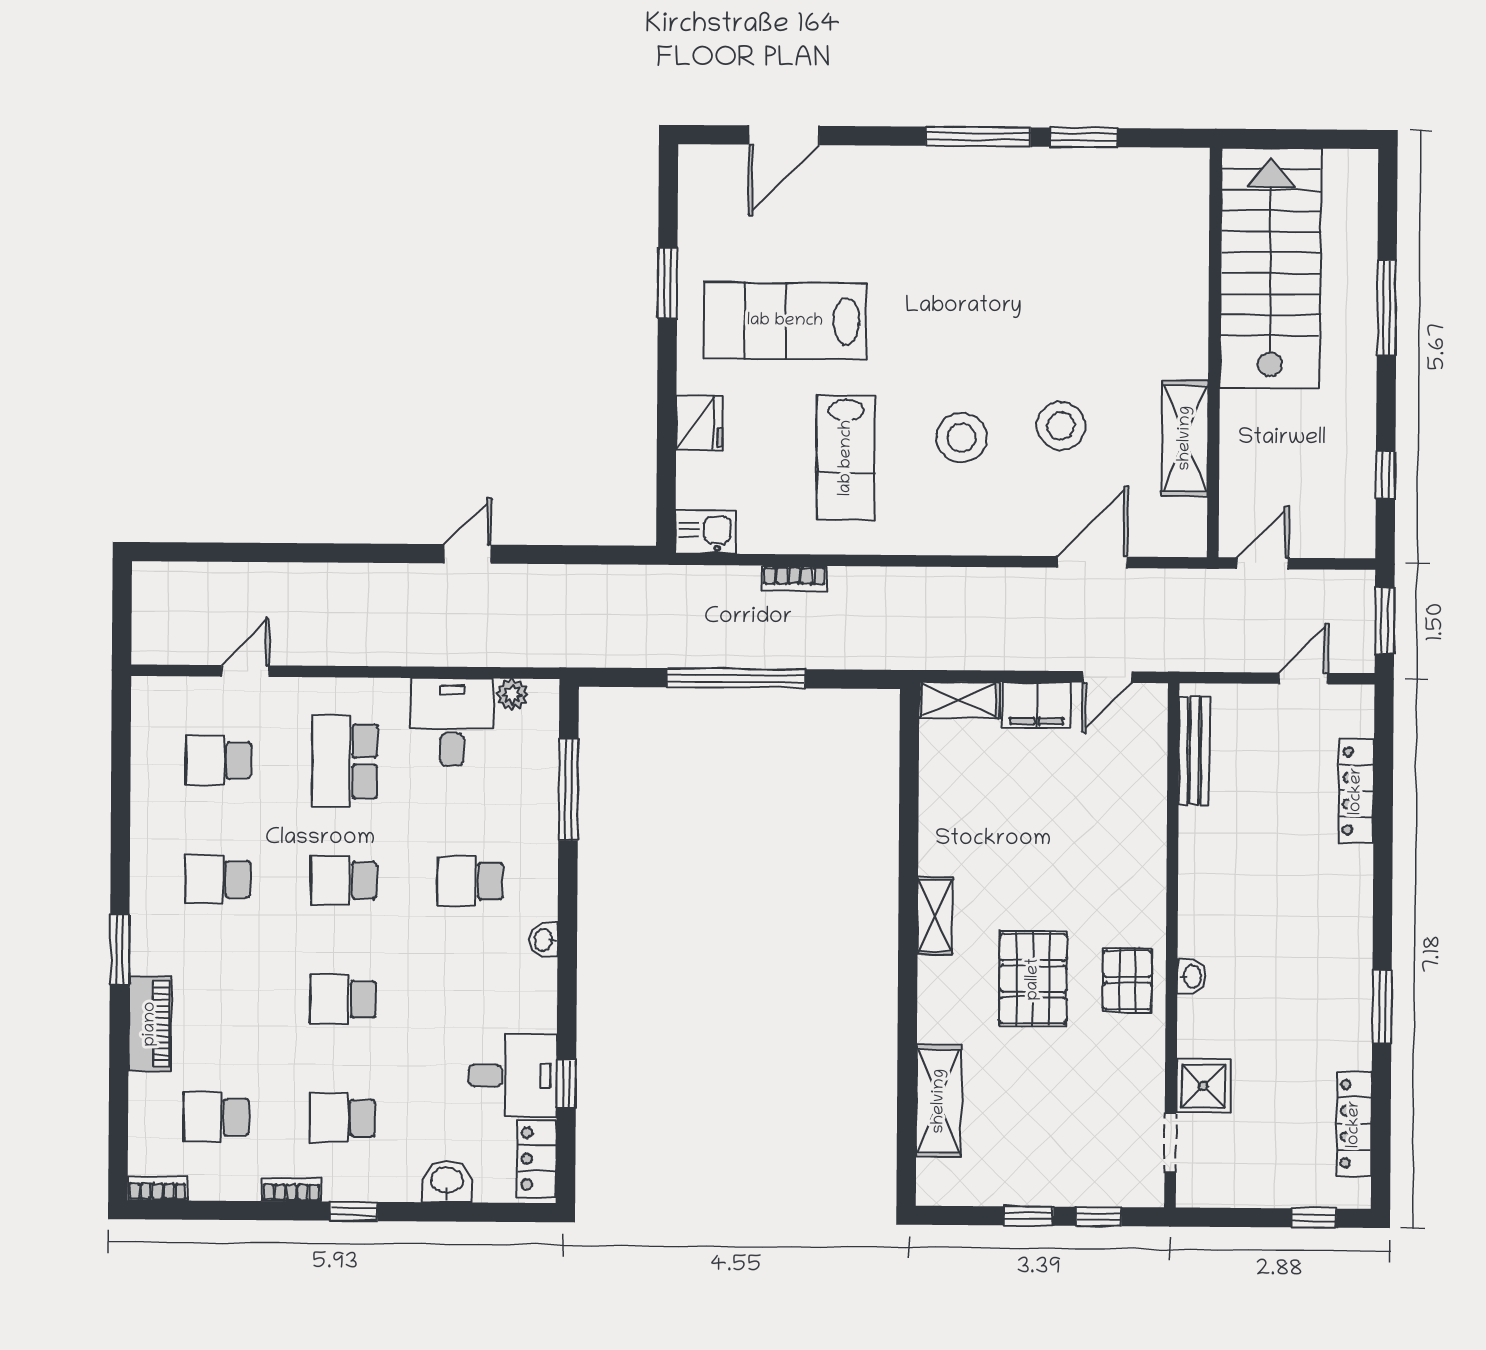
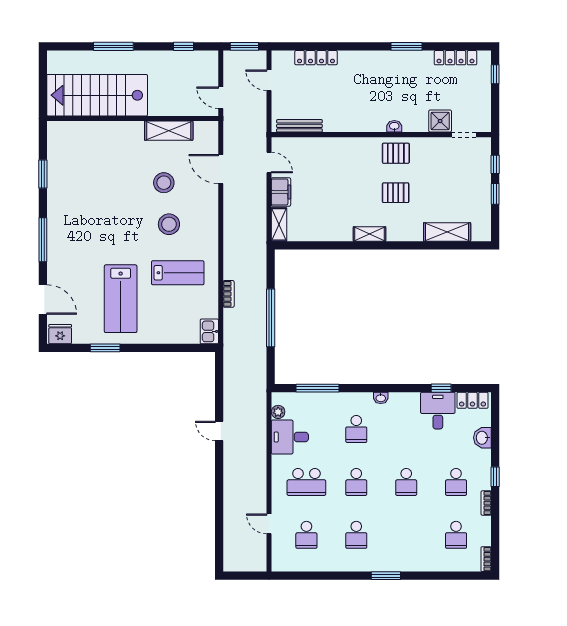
window: (978, 137) -> (43, 240), moved
fridge: (699, 423) -> (60, 334), moved
pallet: (1033, 979) -> (396, 193), width x0.67, depth x0.71
piano: (150, 1024) -> (417, 563), removed

